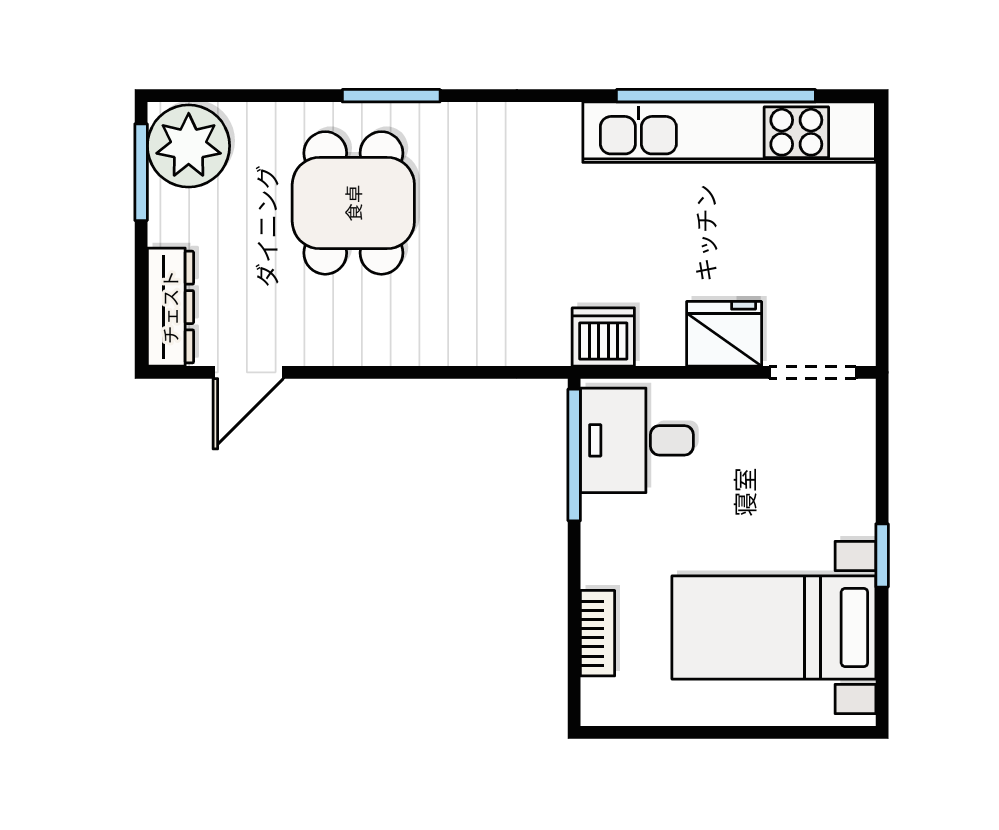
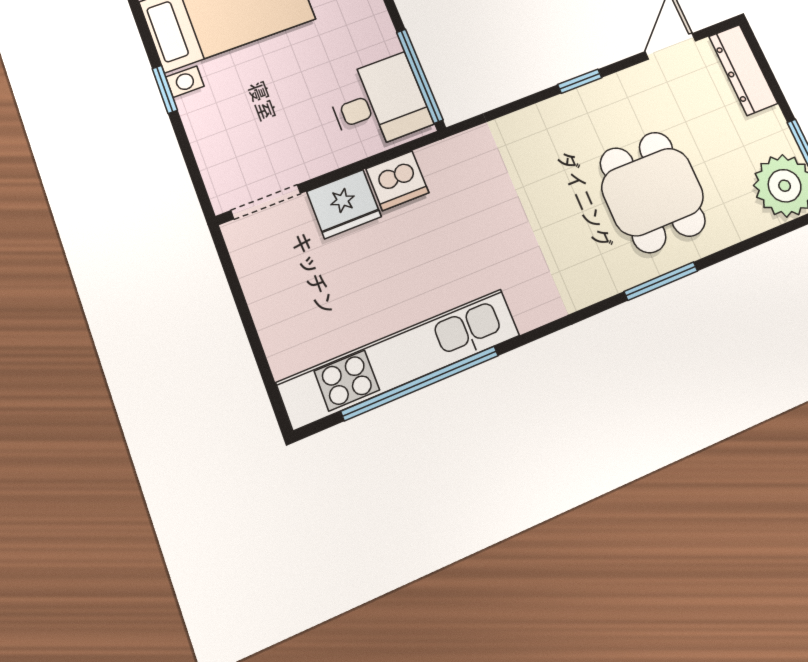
dishwasher: (603, 337) -> (397, 181), moved
window: (382, 372) -> (580, 81), added

